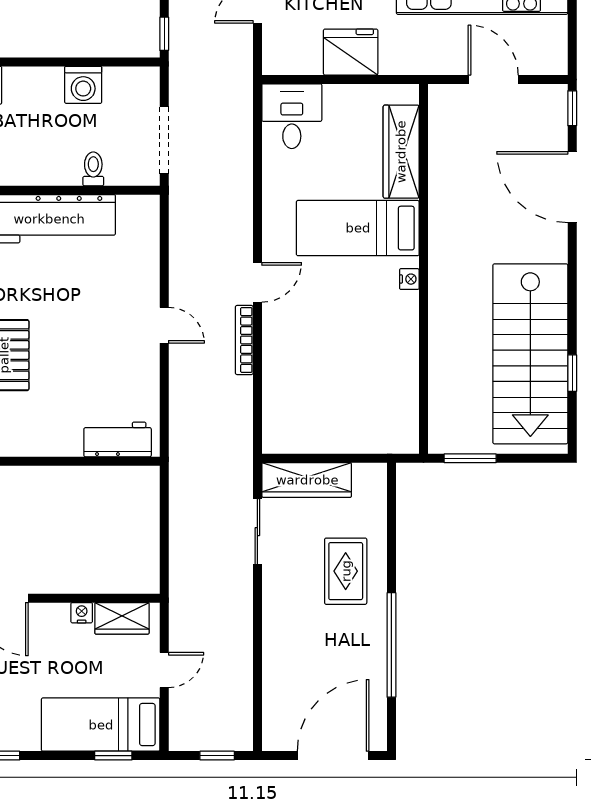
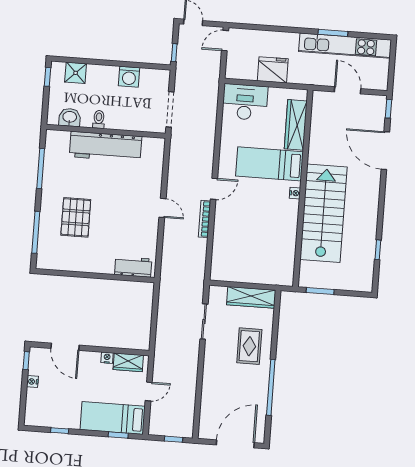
desk: (292, 116) -> (245, 102), width x1.37
toilet: (93, 169) -> (99, 119), moved
stairs: (530, 354) -> (323, 213), moved, turned 180
wardrobe: (307, 480) -> (251, 297), moved

